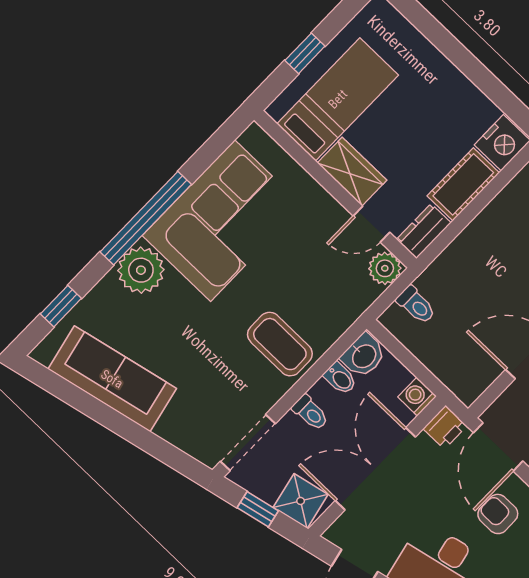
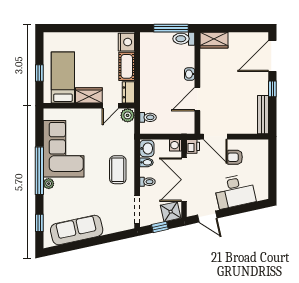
plant: (141, 270) -> (49, 184), width x0.53, depth x0.53
coffee table: (280, 344) -> (118, 170), turned 90

